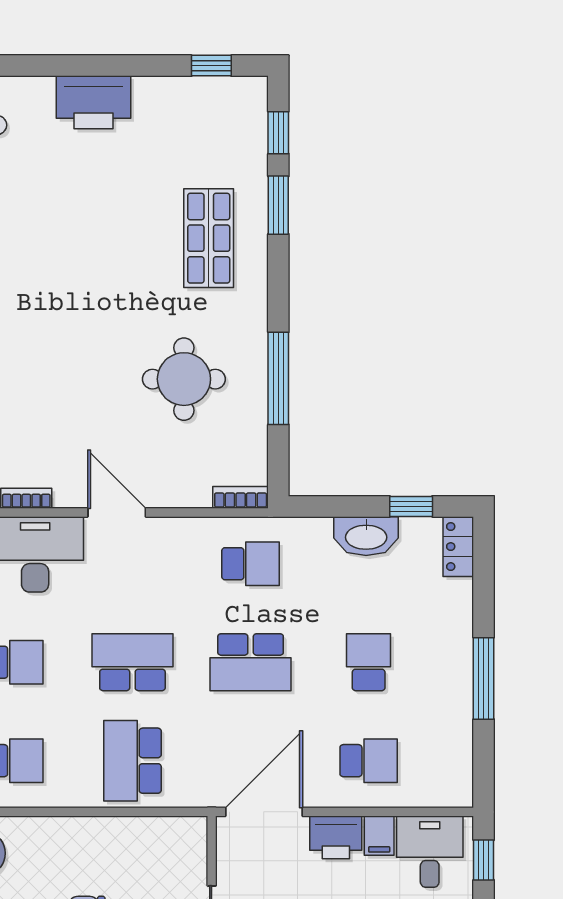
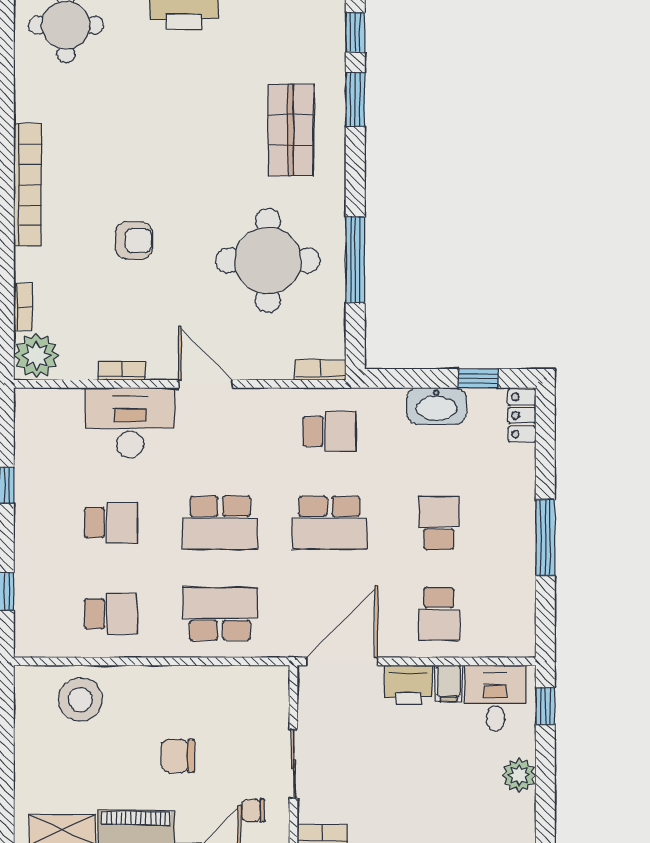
armchair: (40, 357) -> (134, 240), added
round table: (184, 379) -> (268, 260), width x1.36, depth x1.36
school desk: (132, 662) -> (220, 523), turned 180
school desk: (132, 761) -> (220, 614), turned 90
school desk: (369, 761) -> (439, 614), turned 90

